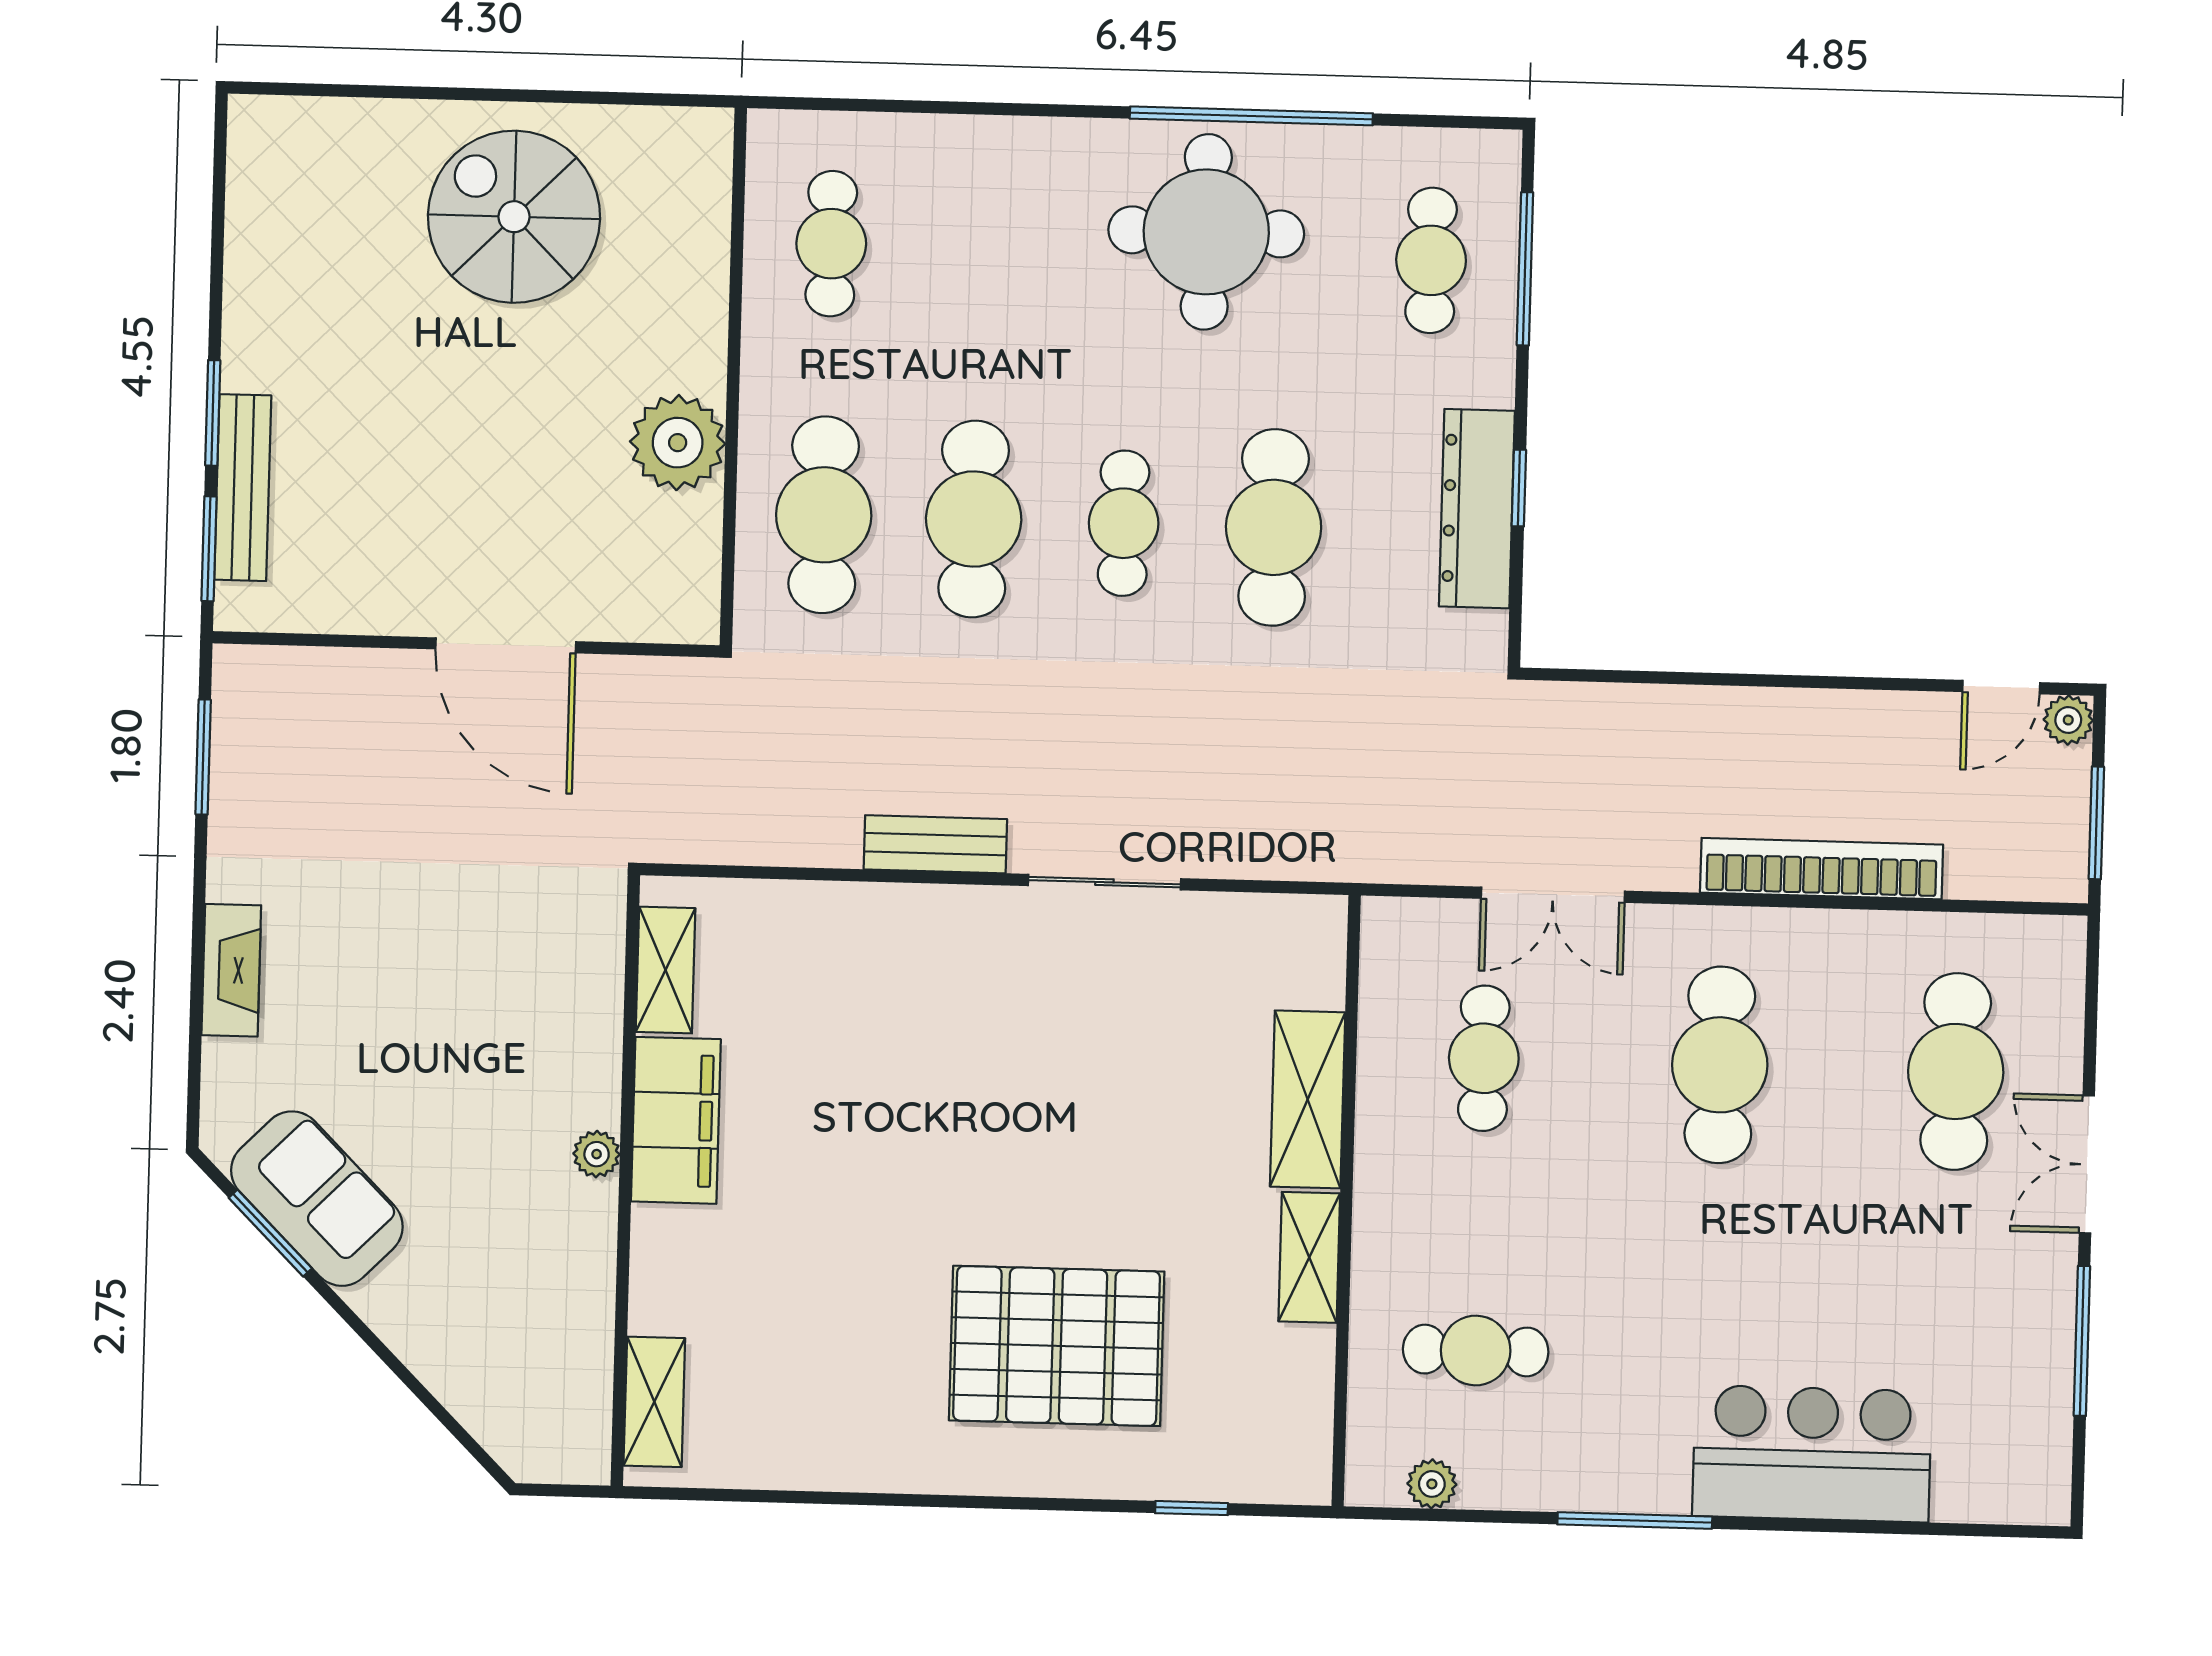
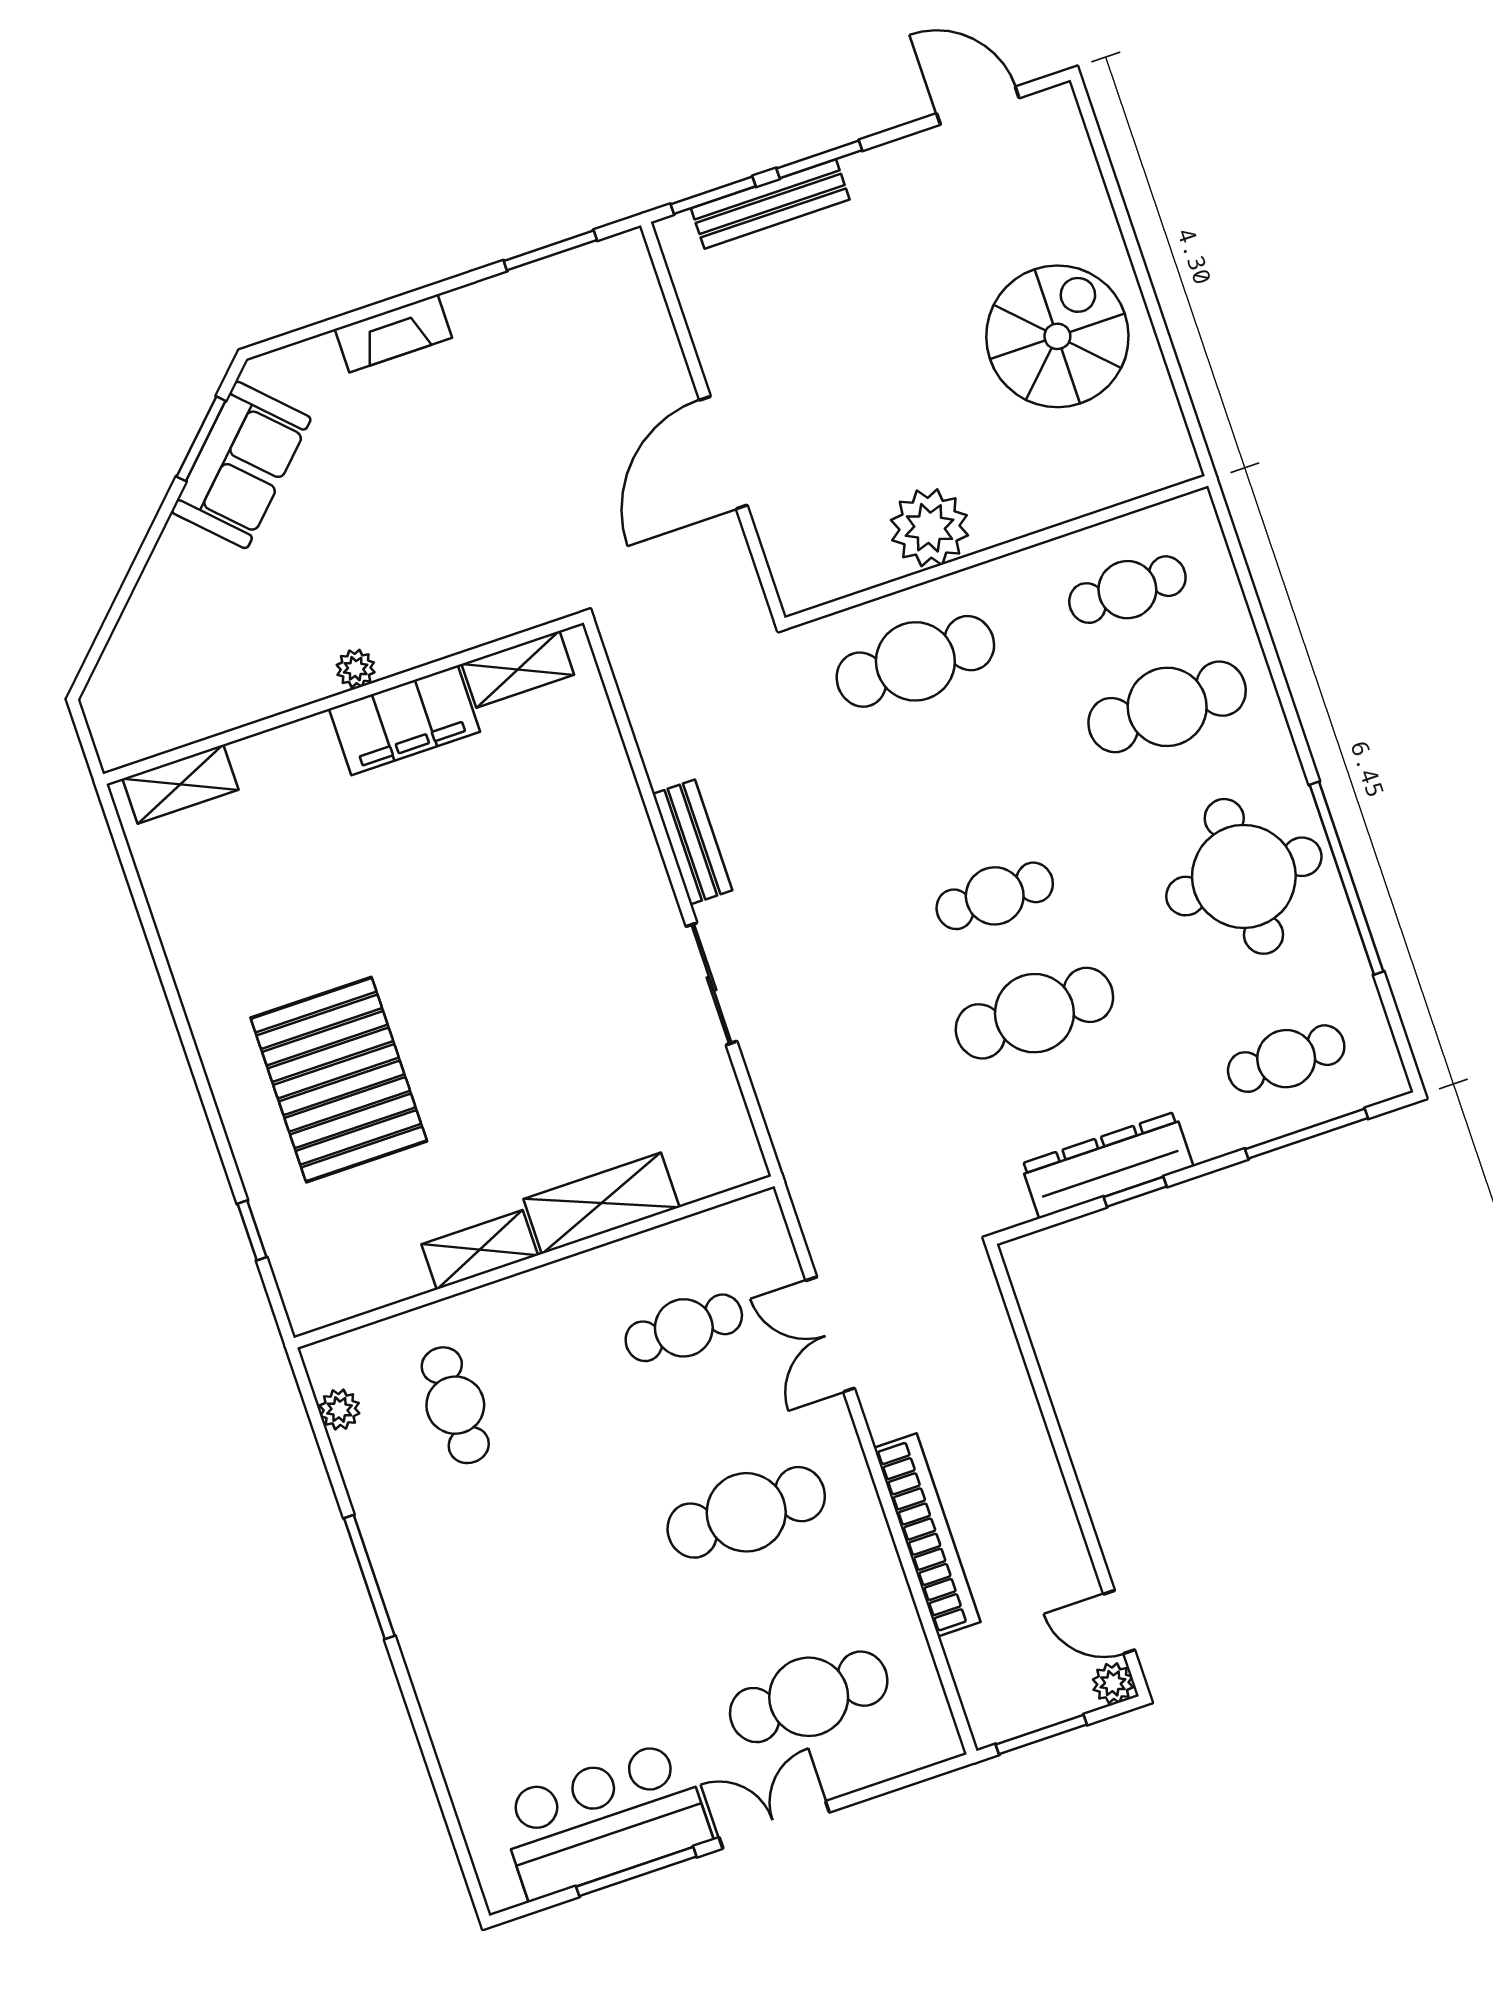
door: (218, 210) -> (978, 106), added
cafe table: (974, 519) -> (1167, 707), moved
bar counter: (1812, 1454) -> (604, 1820), moved, turned -90

